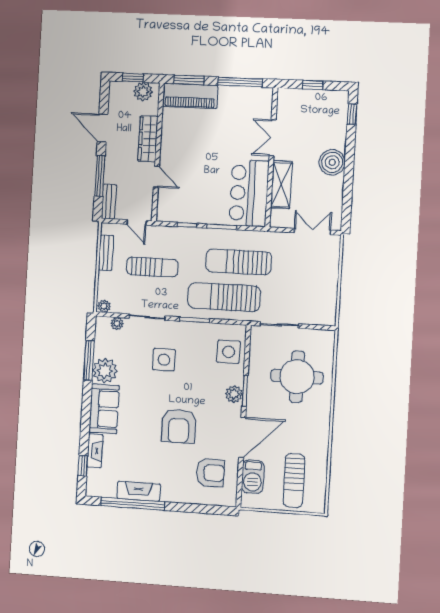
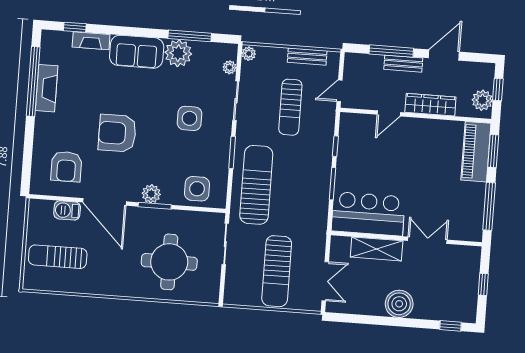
bench: (109, 202) -> (403, 64), moved
sun lounger: (239, 262) -> (277, 271), moved, turned 180
barbecue: (253, 477) -> (67, 210), width x0.73, depth x0.79

